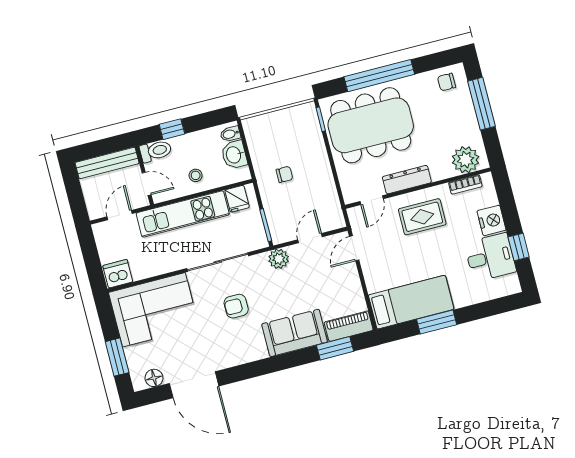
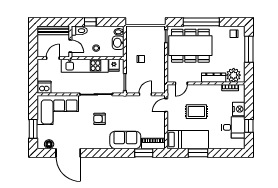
dresser: (407, 180) -> (214, 78), moved
rug: (422, 217) -> (196, 112), moved
plant: (279, 259) -> (127, 101), removed

